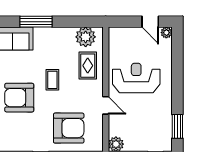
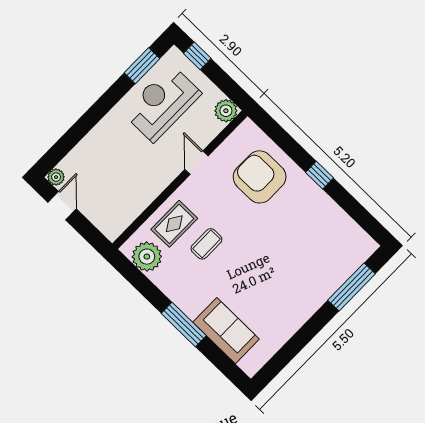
reception desk: (136, 78) -> (162, 103), moved, turned 90
coffee table: (52, 80) -> (206, 244), moved
armchair: (19, 98) -> (281, 261), removed

